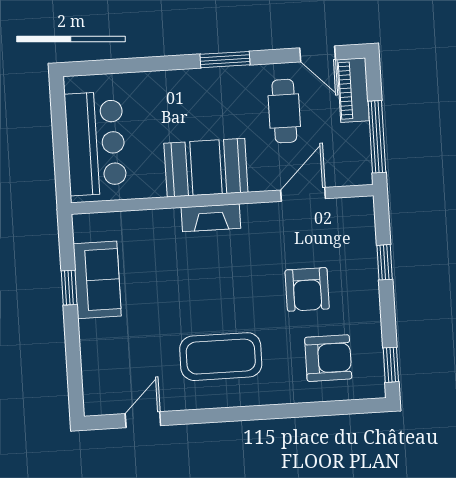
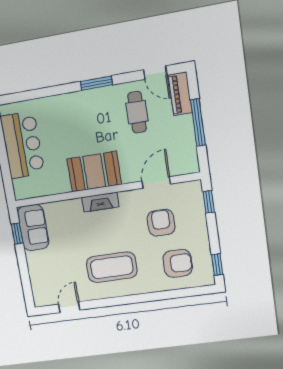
booth: (206, 168) -> (94, 172), moved
door: (303, 194) -> (156, 183), moved
wall: (222, 199) -> (106, 190), moved
fireplace: (211, 218) -> (100, 202), moved
armchair: (307, 289) -> (161, 223), turned 180

